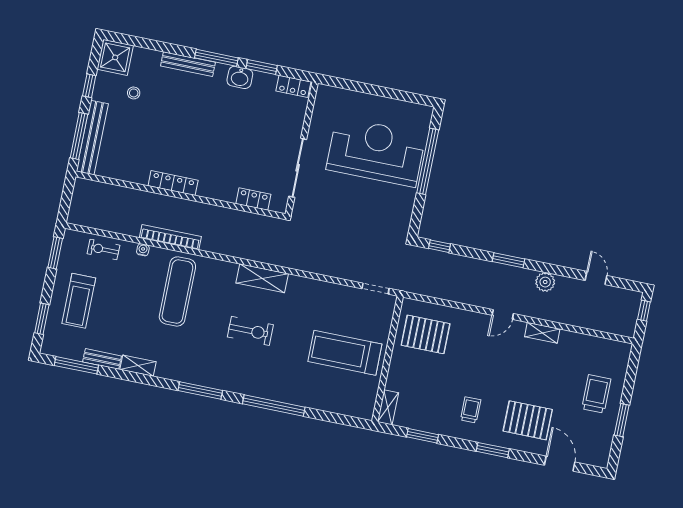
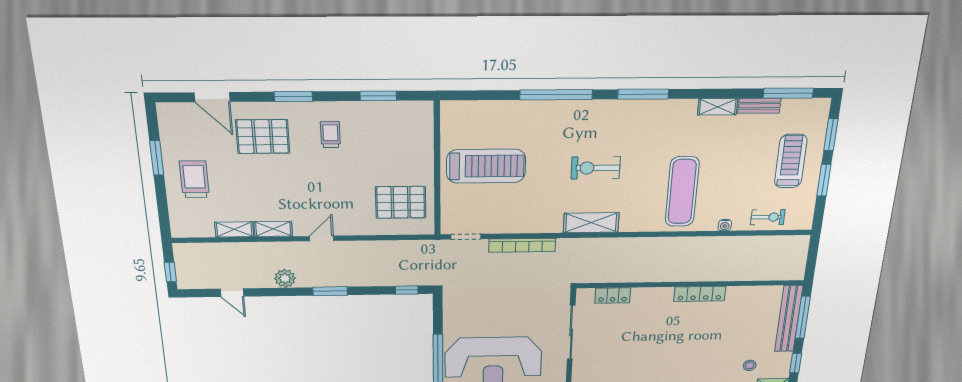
bookcase: (170, 237) -> (522, 245), moved
window: (55, 253) -> (824, 180), moved
trolley: (596, 394) -> (194, 179), turned 180
shelving: (388, 407) -> (234, 229), moved, turned 90
trolley: (471, 410) -> (330, 135), turned 180

